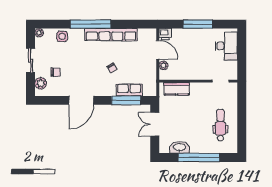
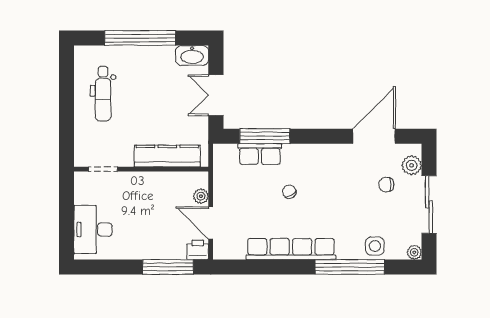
window: (91, 24) -> (350, 267), moved
window: (198, 24) -> (168, 267), moved
sliding door: (31, 61) -> (429, 204), width x1.37
kitchen counter: (177, 89) -> (167, 156), width x1.50
door: (81, 100) -> (374, 136), moved
double door: (155, 124) -> (216, 95), swing flipped
washbasin: (179, 147) -> (192, 55), moved

